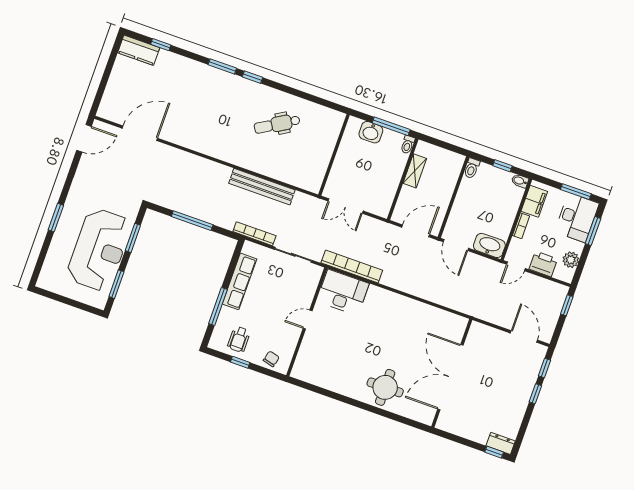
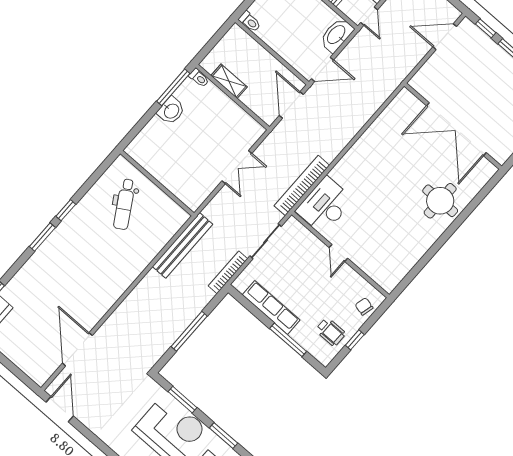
wall: (334, 155) -> (157, 183), moved

